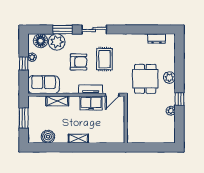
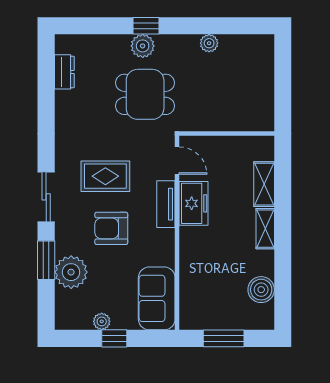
floor lamp: (41, 41) -> (69, 304), removed
armchair: (78, 62) -> (111, 228), turned -90
window: (179, 99) -> (146, 26), moved
shelving: (57, 101) -> (264, 184), moved

